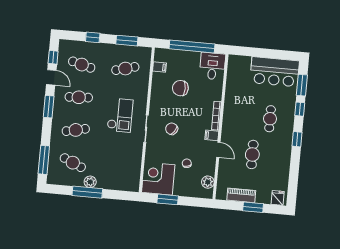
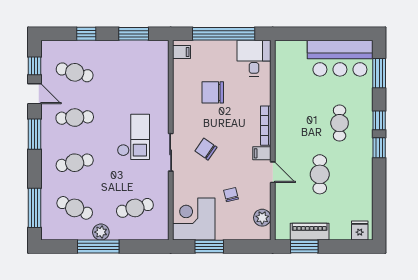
filing cabinet: (159, 67) -> (181, 52), moved
cafe table: (125, 69) -> (135, 208), moved
window: (300, 109) -> (379, 120), moved
window: (253, 207) -> (304, 246), moved

